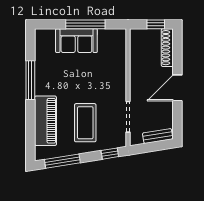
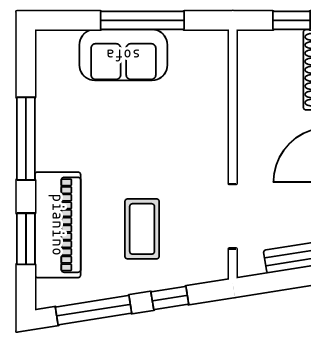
coffee table: (85, 123) -> (142, 229), width x0.73, depth x0.76
window: (30, 127) -> (26, 239), added
window: (110, 154) -> (170, 298), moved

